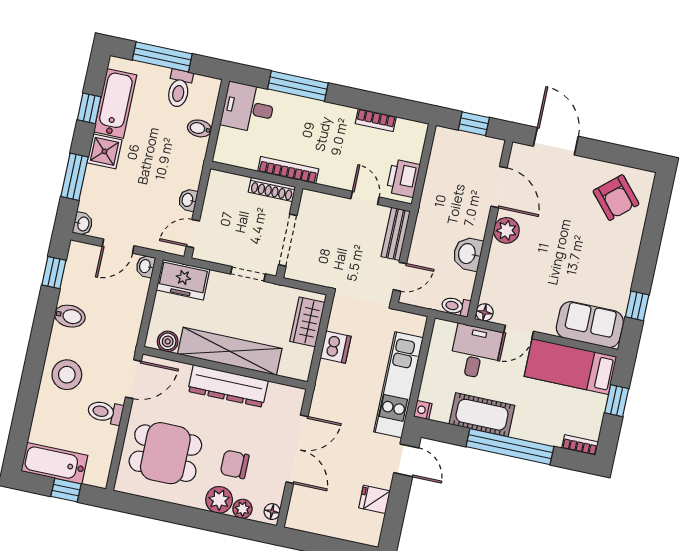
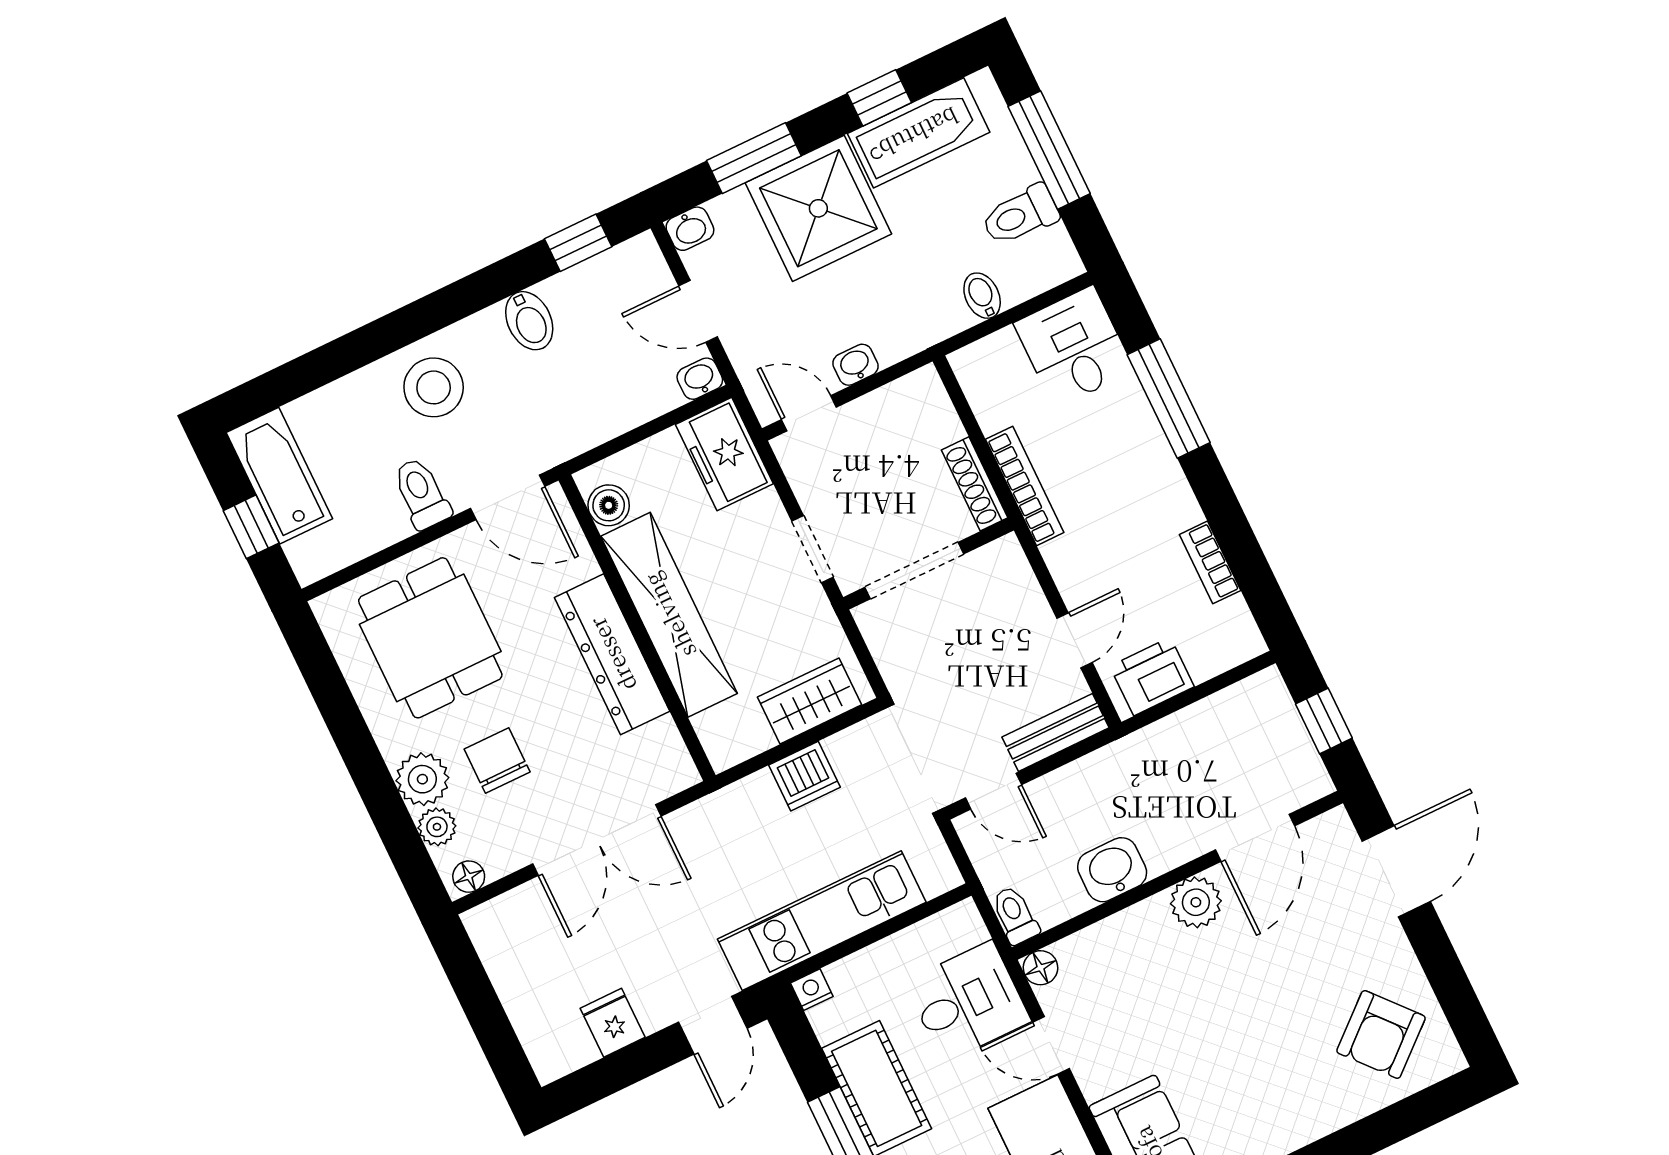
shower: (104, 151) -> (818, 208), width x1.86, depth x1.86

